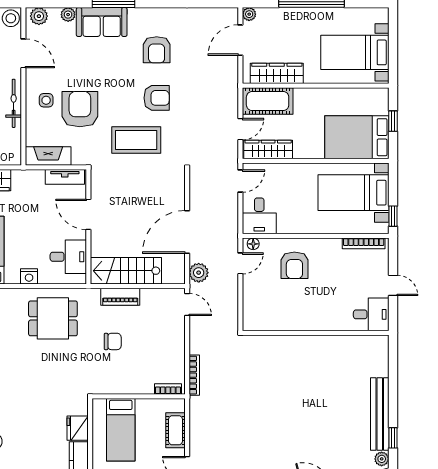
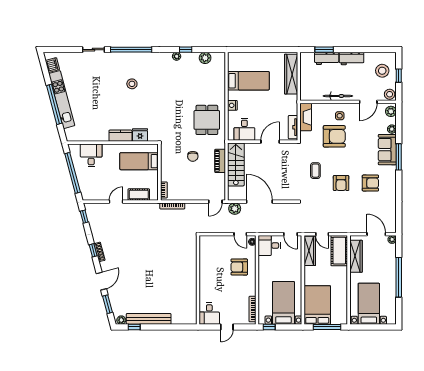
armchair: (157, 50) -> (370, 183), turned 180
window: (393, 121) -> (327, 327), width x2.17
coffee table: (136, 140) -> (315, 171), width x0.54, depth x0.58

